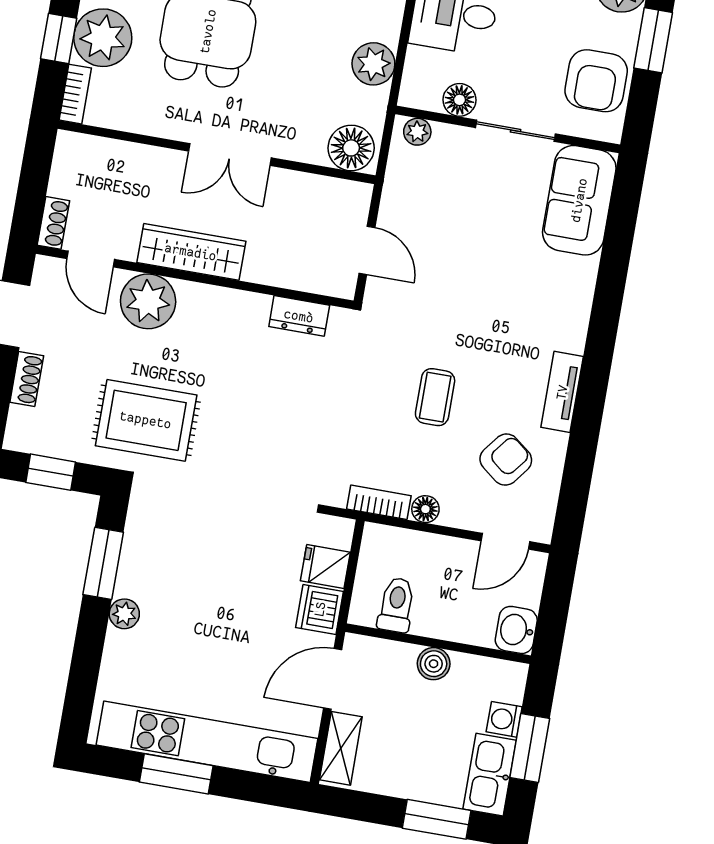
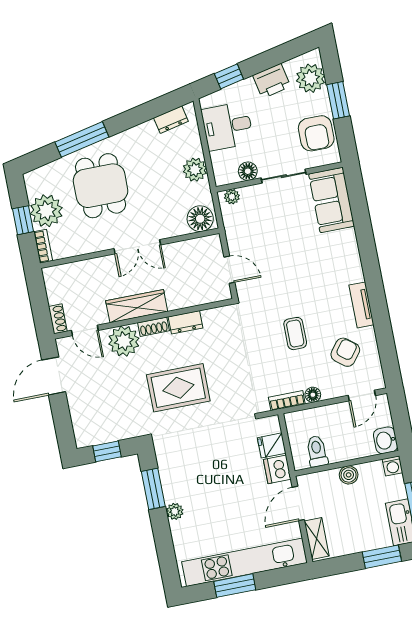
dresser: (299, 316) -> (186, 322), moved
shoe rack: (27, 379) -> (154, 327), moved, turned 90
rug: (146, 420) -> (178, 388), moved
washing machine: (504, 719) -> (393, 466), moved, turned -90

